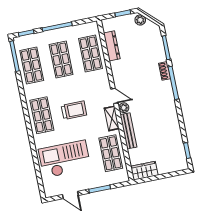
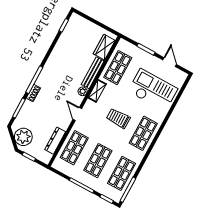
plant: (140, 20) -> (23, 137), width x1.88, depth x1.88
door: (114, 96) -> (77, 114), moved
checkout: (65, 159) -> (153, 90), turned 180
wardrobe: (144, 171) -> (104, 47), moved, turned 90

